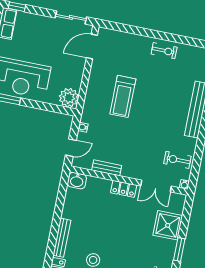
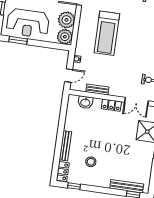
plant: (72, 76) -> (67, 20), added
treadmill: (123, 96) -> (107, 33), width x1.37, depth x1.38
washbasin: (77, 181) -> (85, 102), moved

